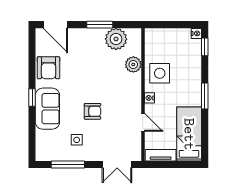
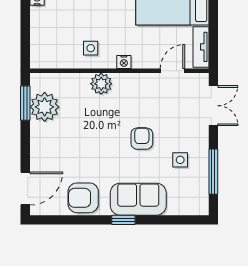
window: (100, 25) -> (25, 103), moved
plant: (133, 64) -> (101, 84), moved
armchair: (48, 68) -> (83, 198), turned 180
side table: (160, 73) -> (91, 48), width x0.54, depth x0.54
door: (143, 122) -> (172, 71), moved

